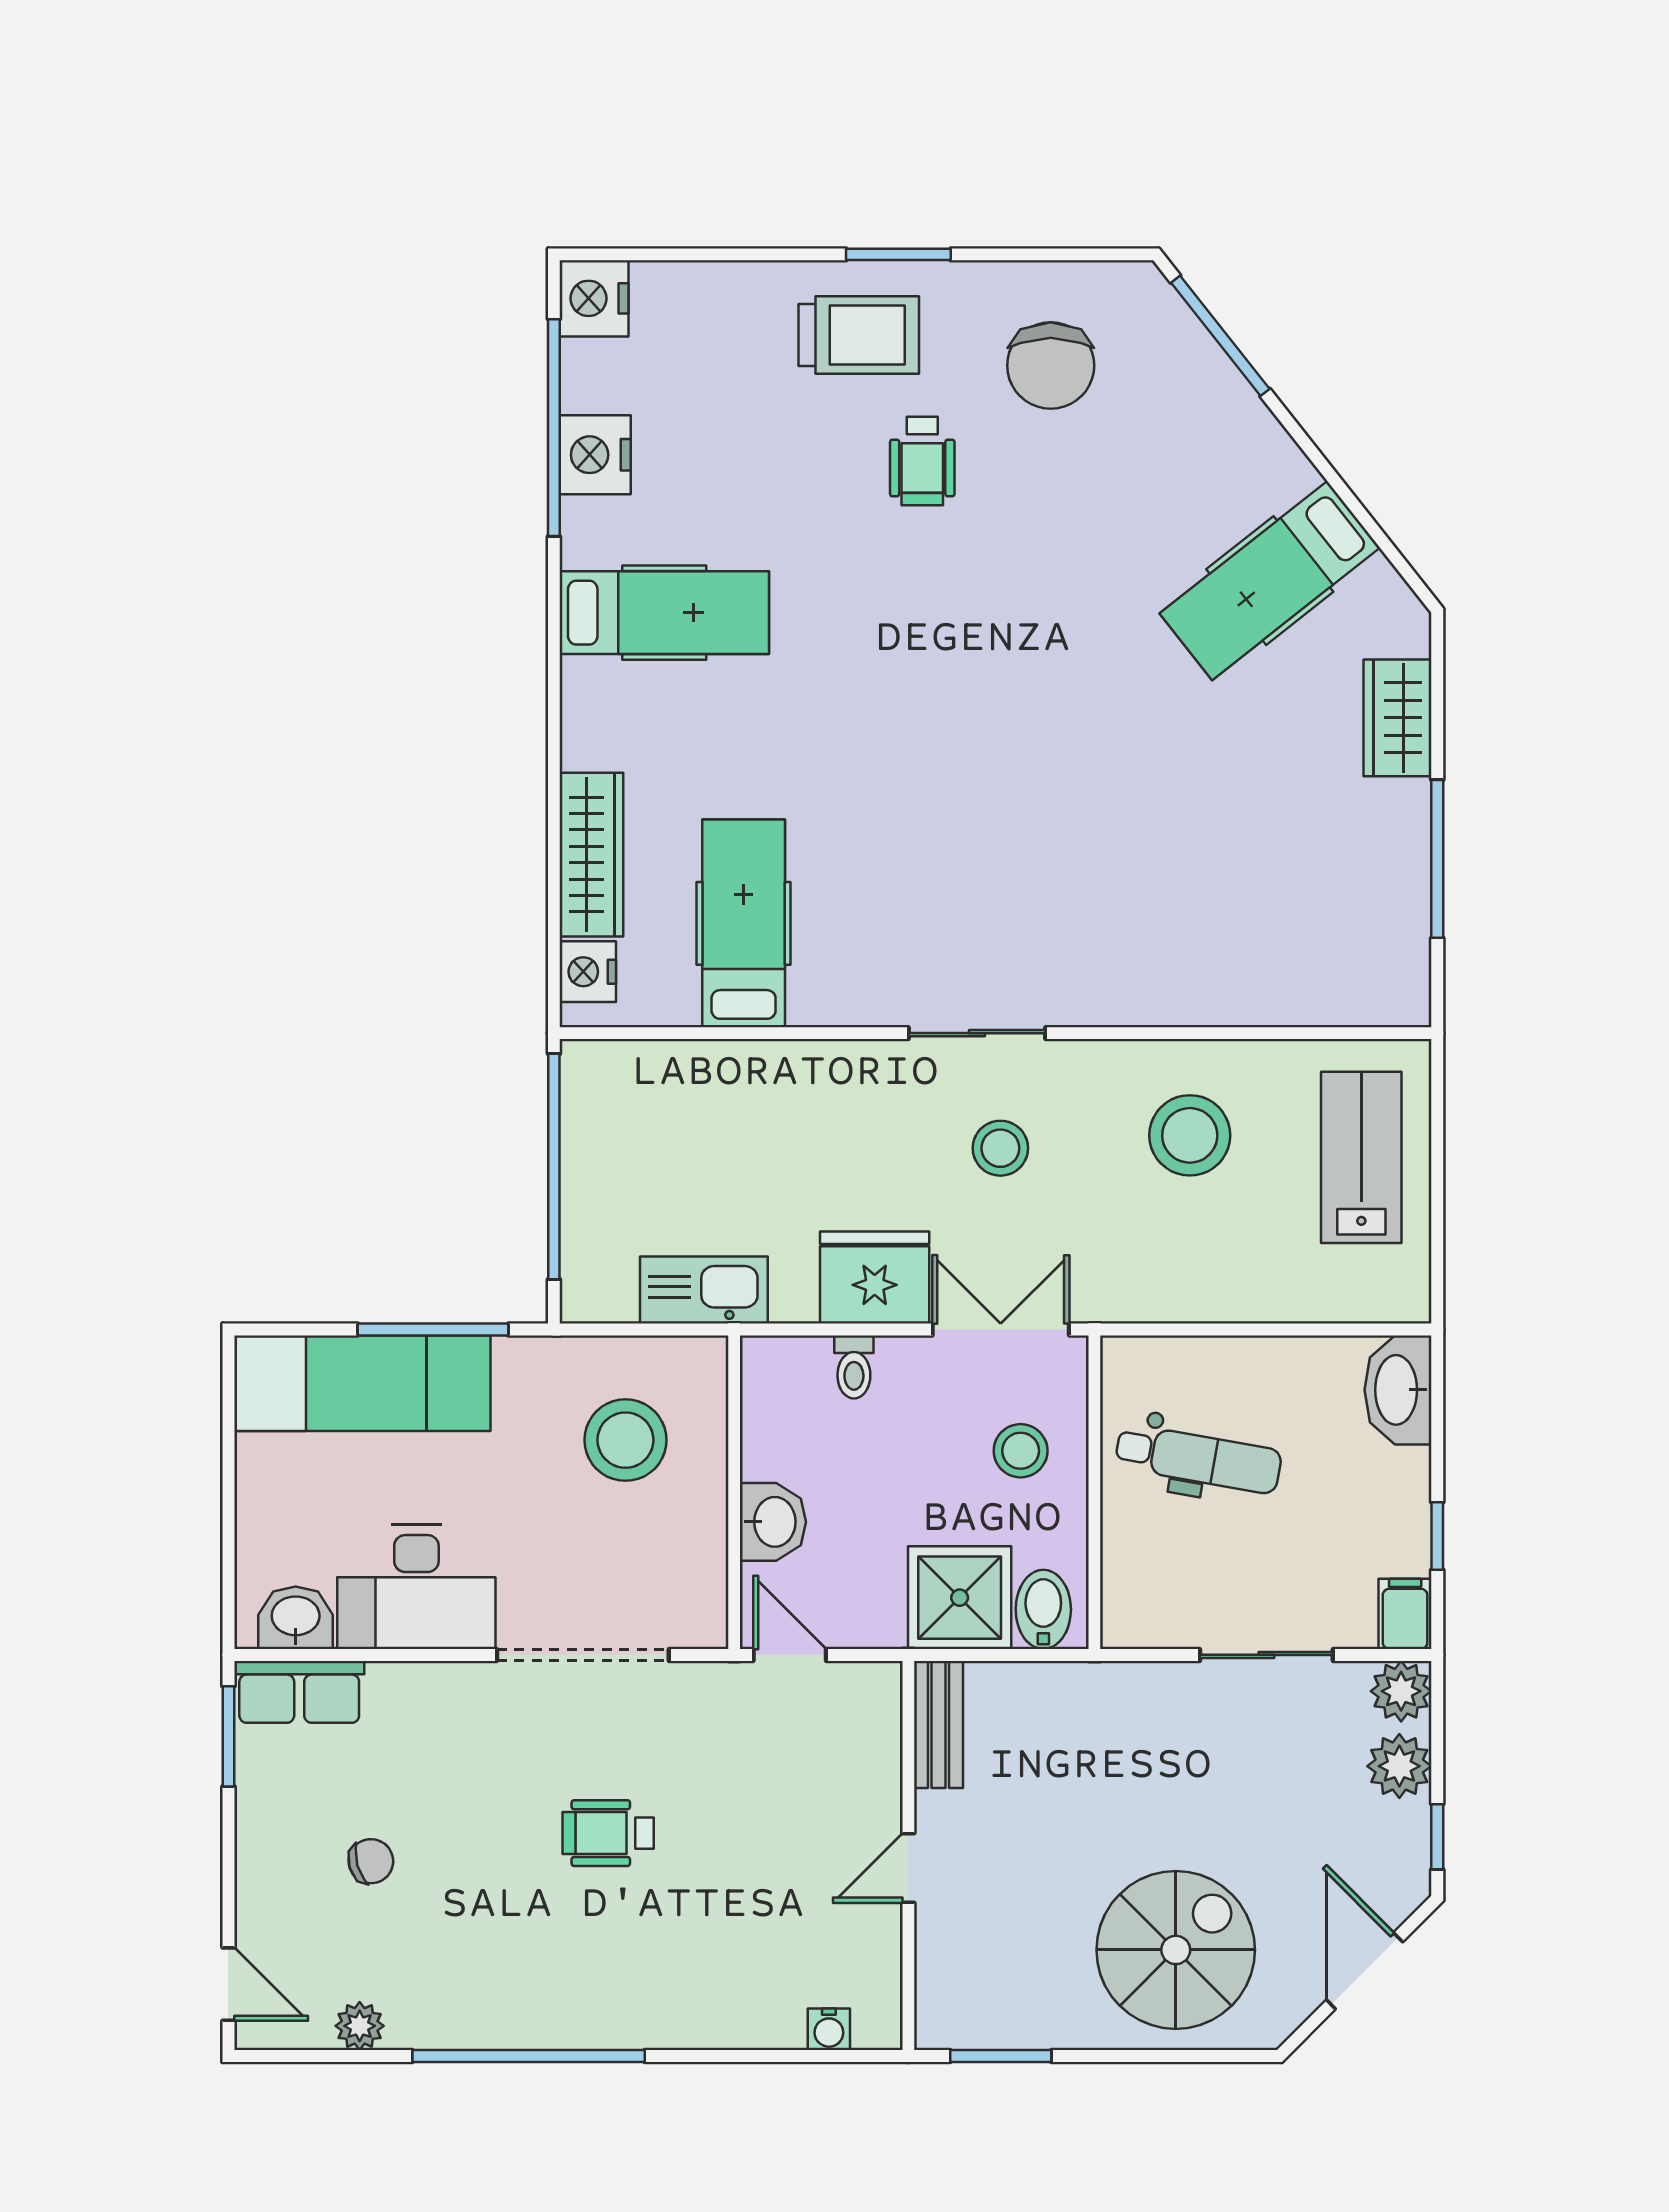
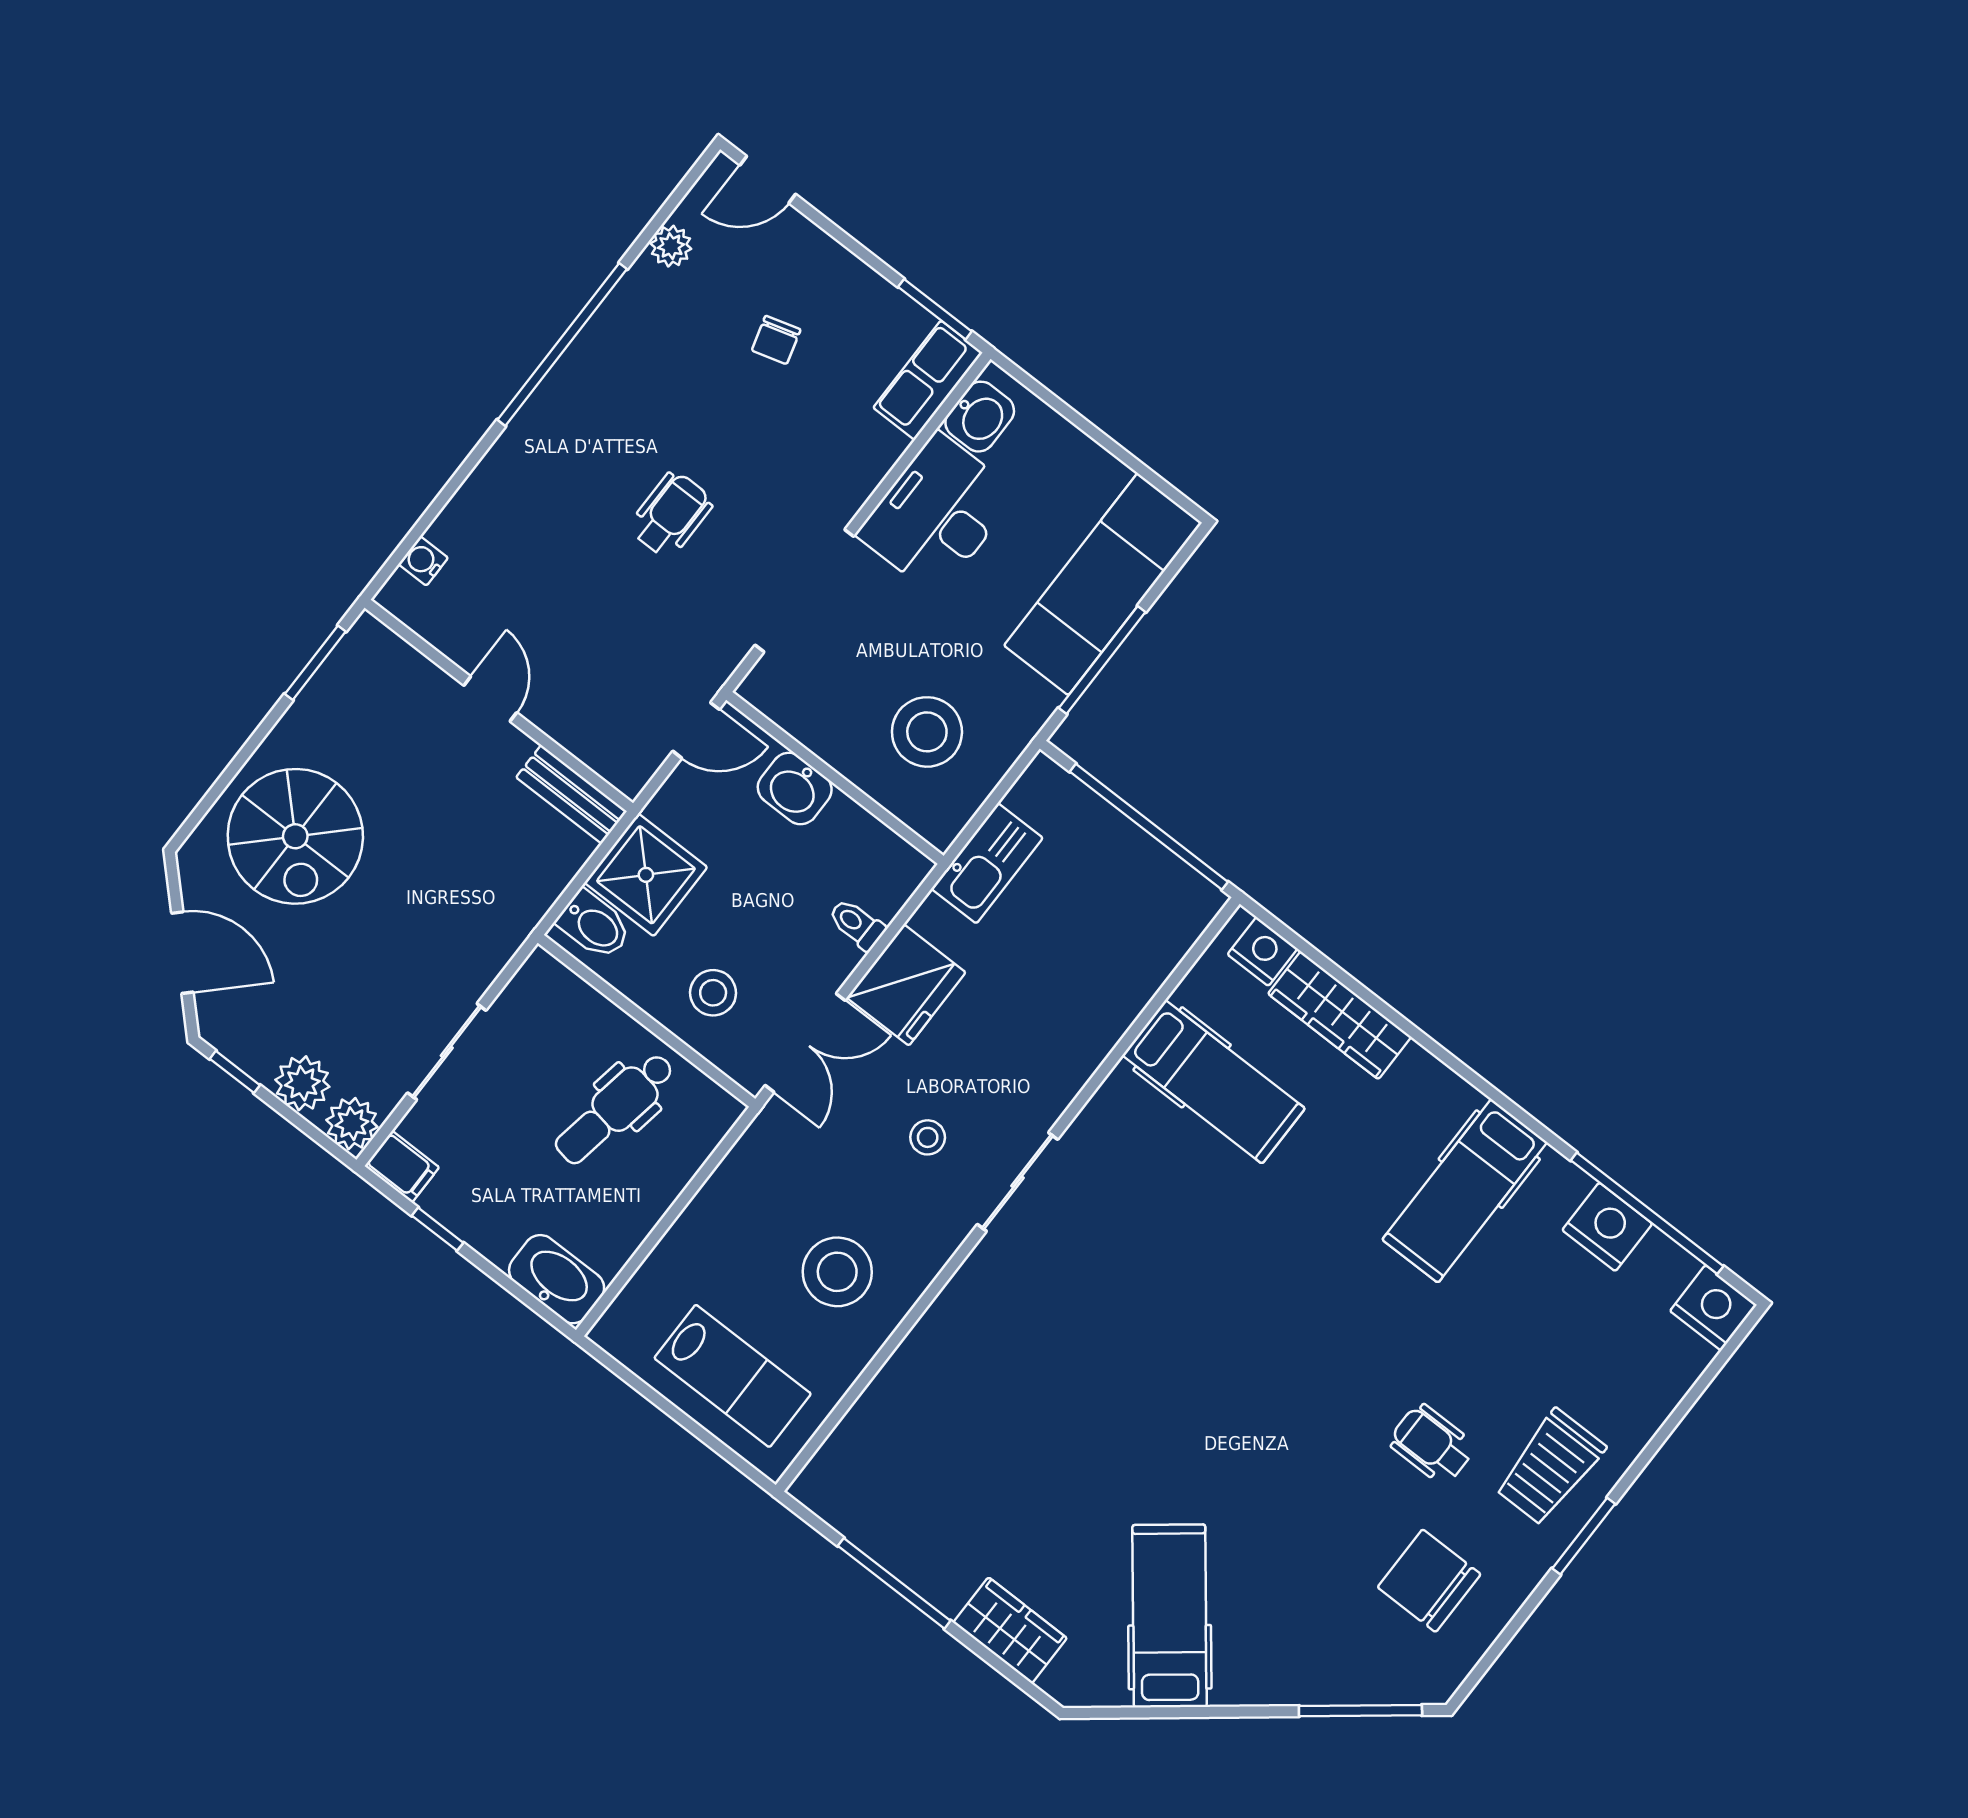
stool: (1000, 1148) -> (928, 1137), width x0.73, depth x0.73

